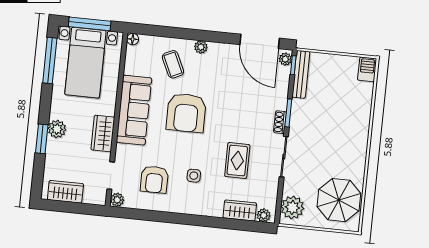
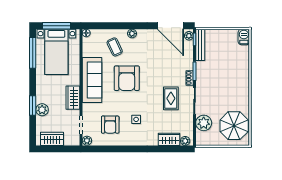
plant: (57, 129) -> (42, 110), moved
rug: (237, 160) -> (171, 98), moved
plant: (292, 207) -> (204, 123), moved

